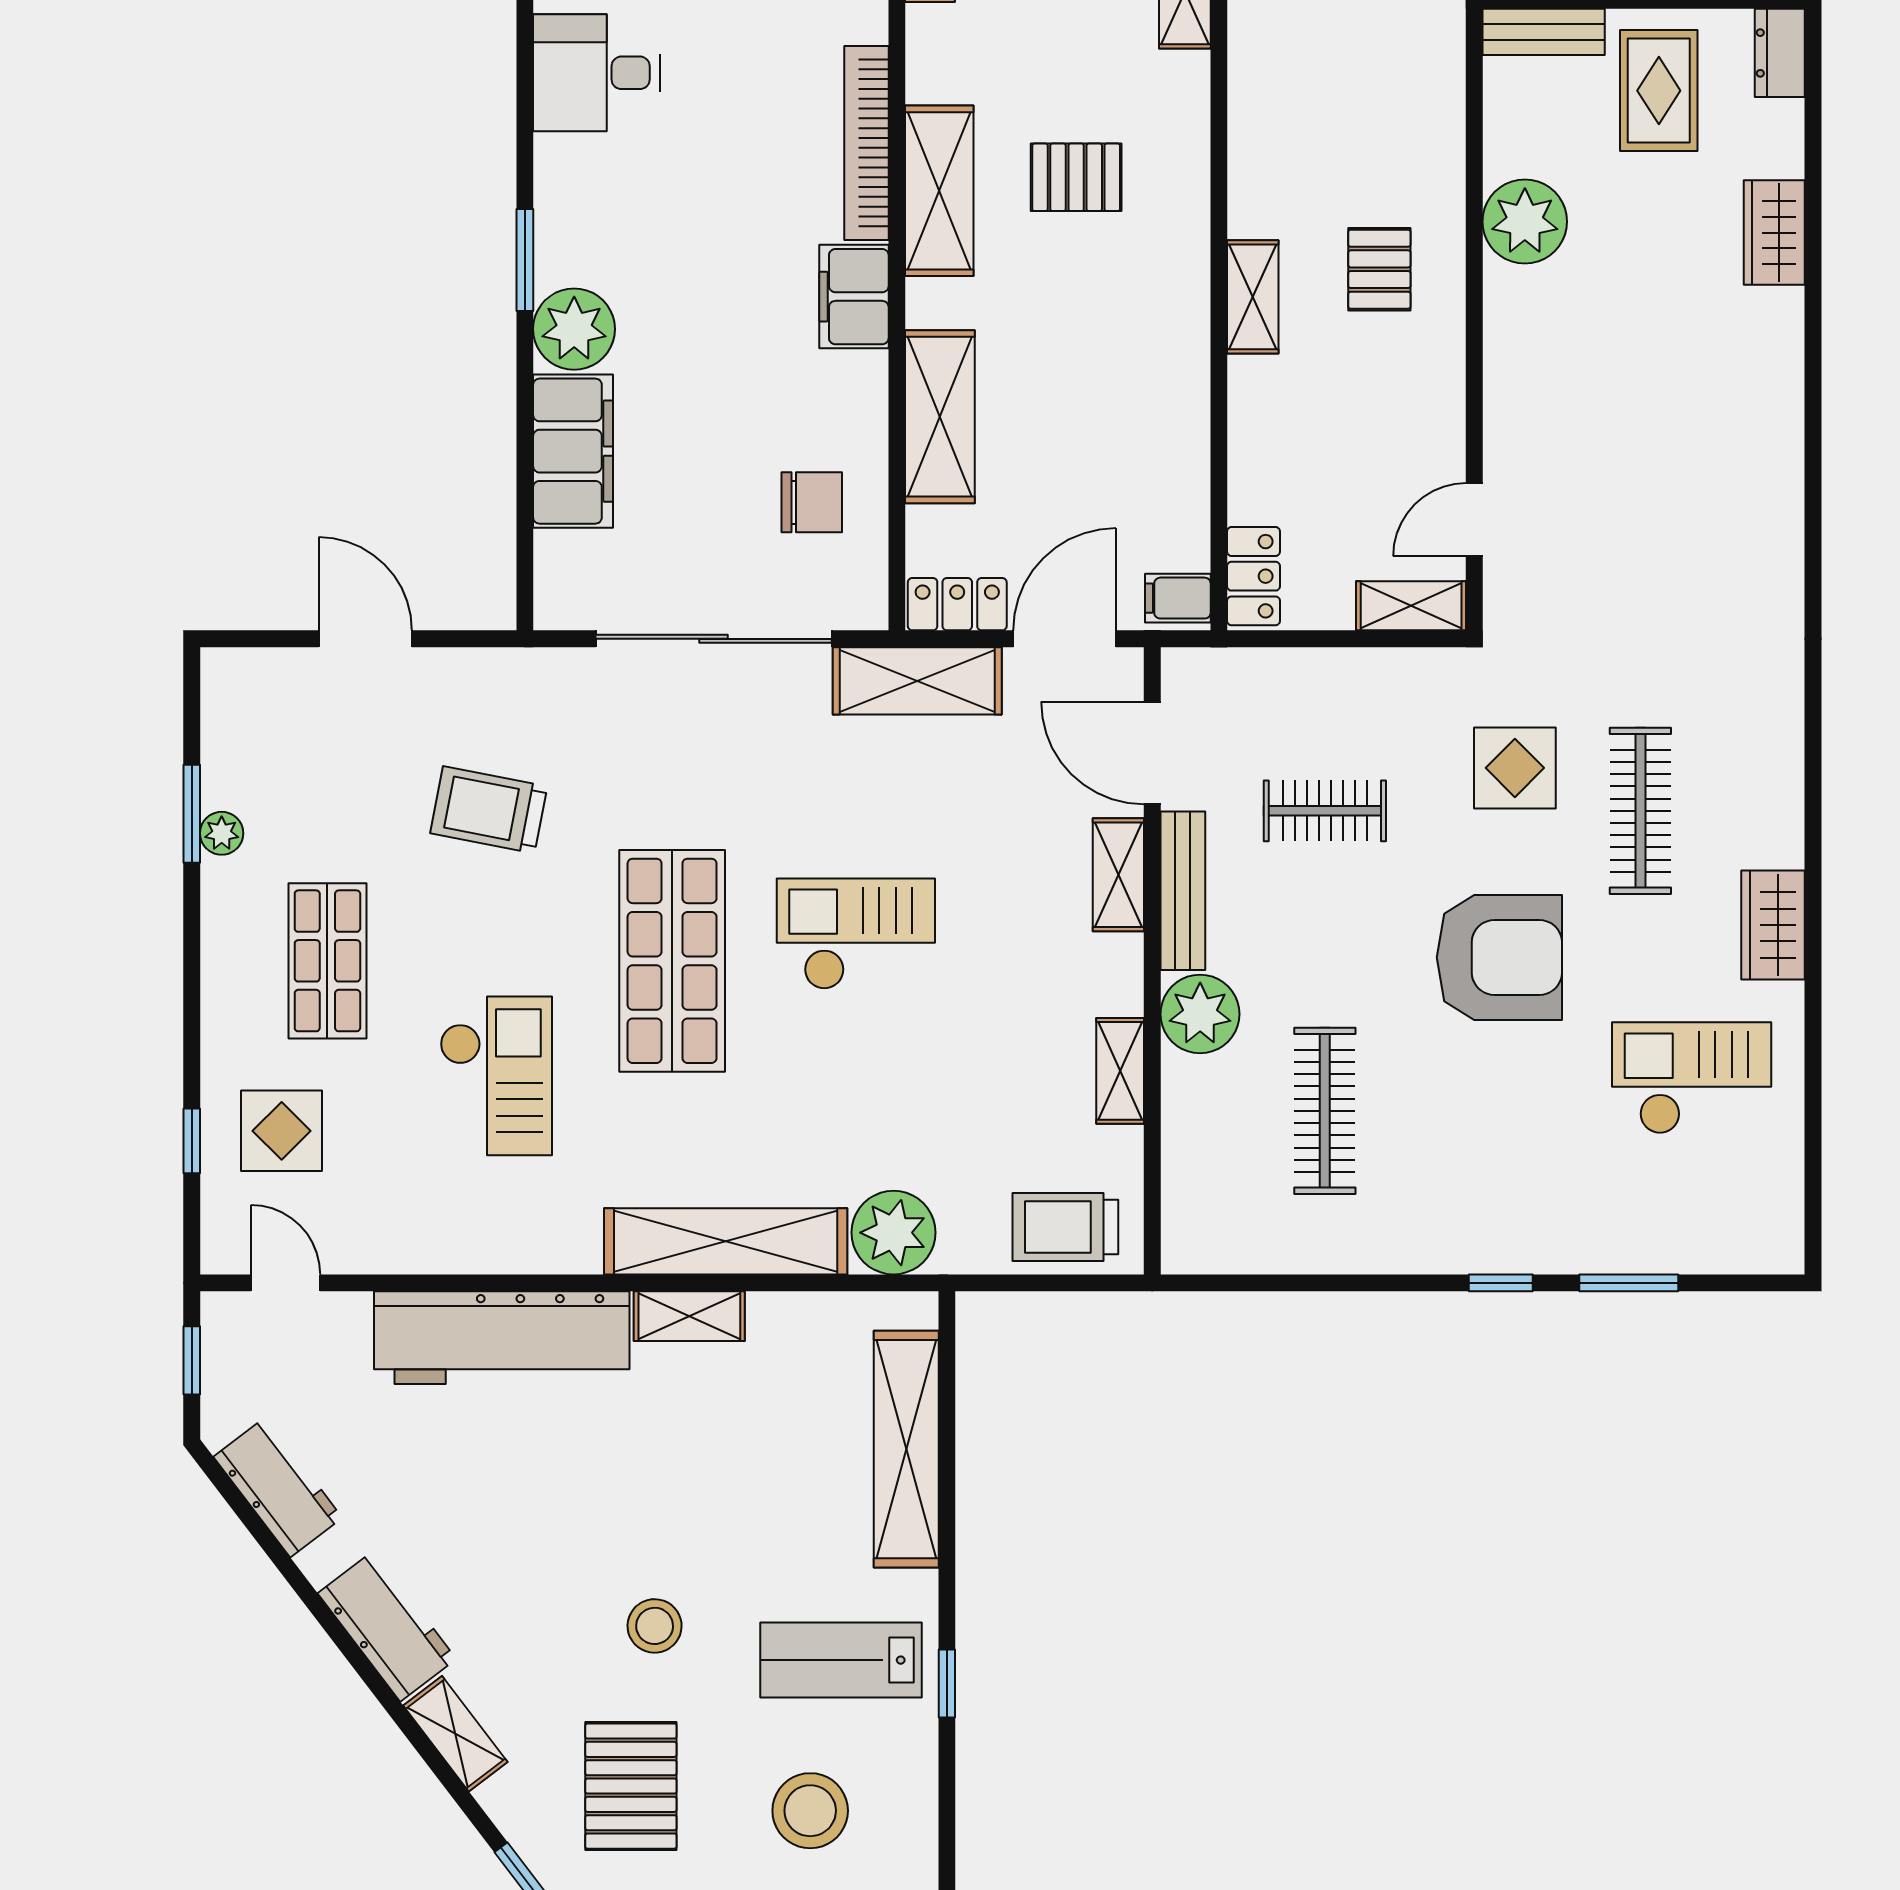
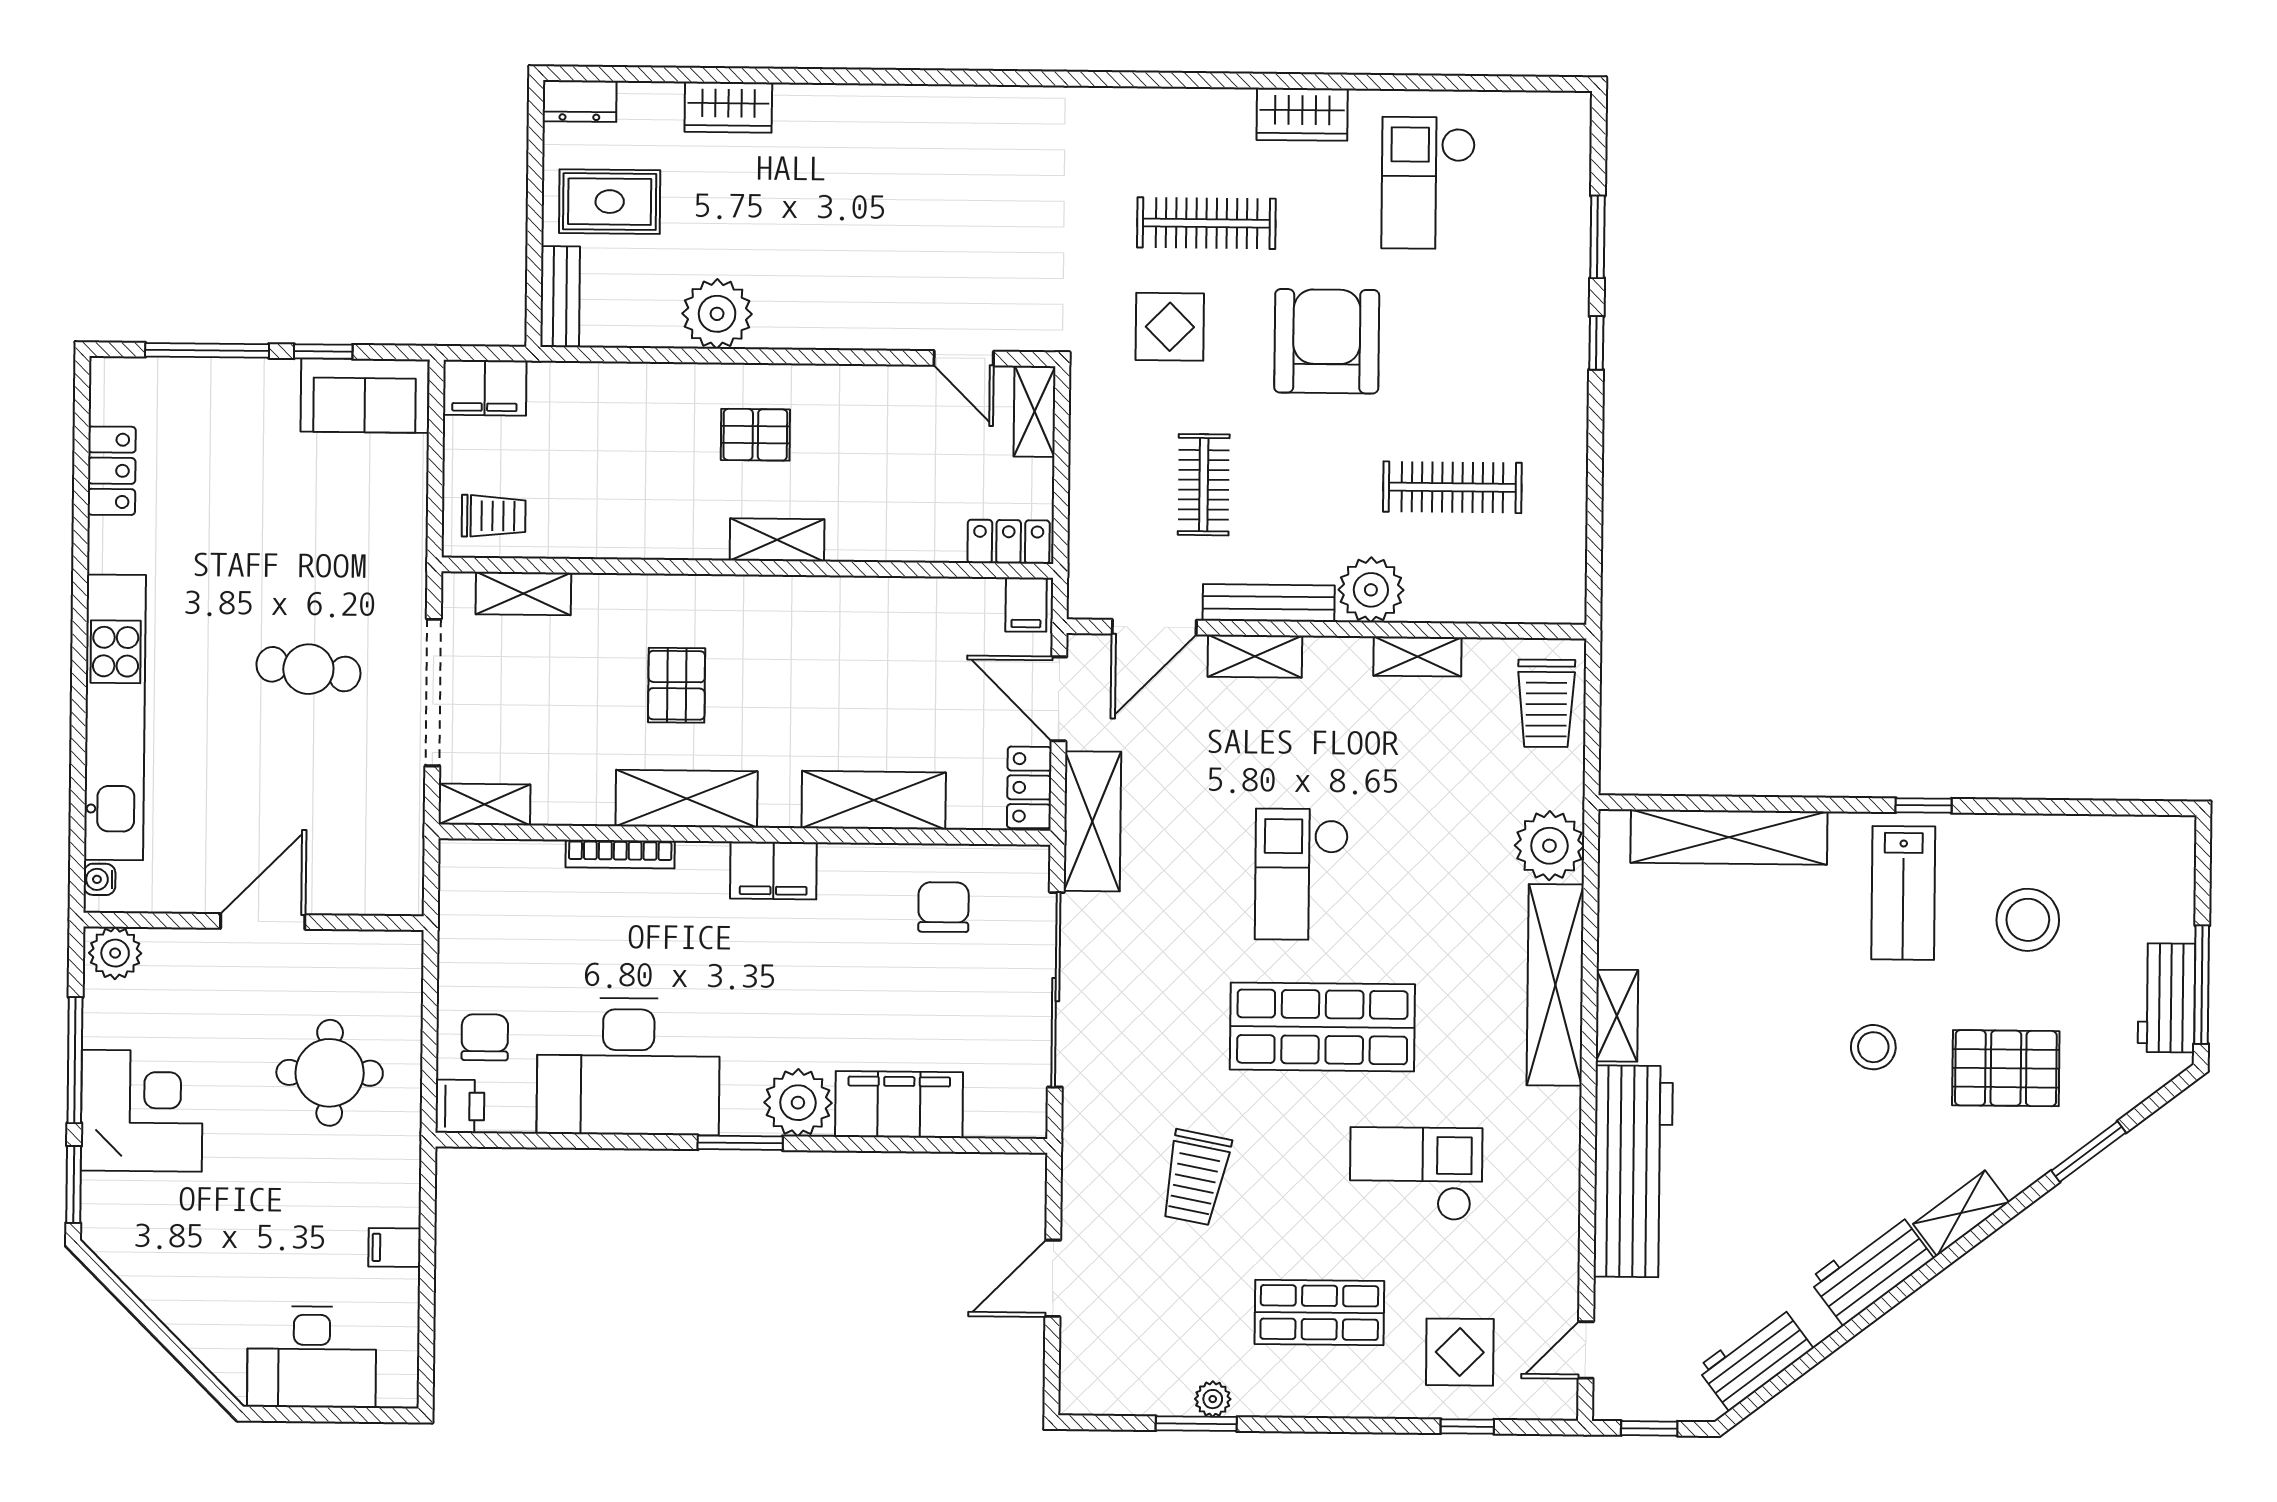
desk: (596, 73) -> (628, 1067), width x1.87, depth x1.30
bookcase: (866, 143) -> (620, 854), width x0.68, depth x0.76

